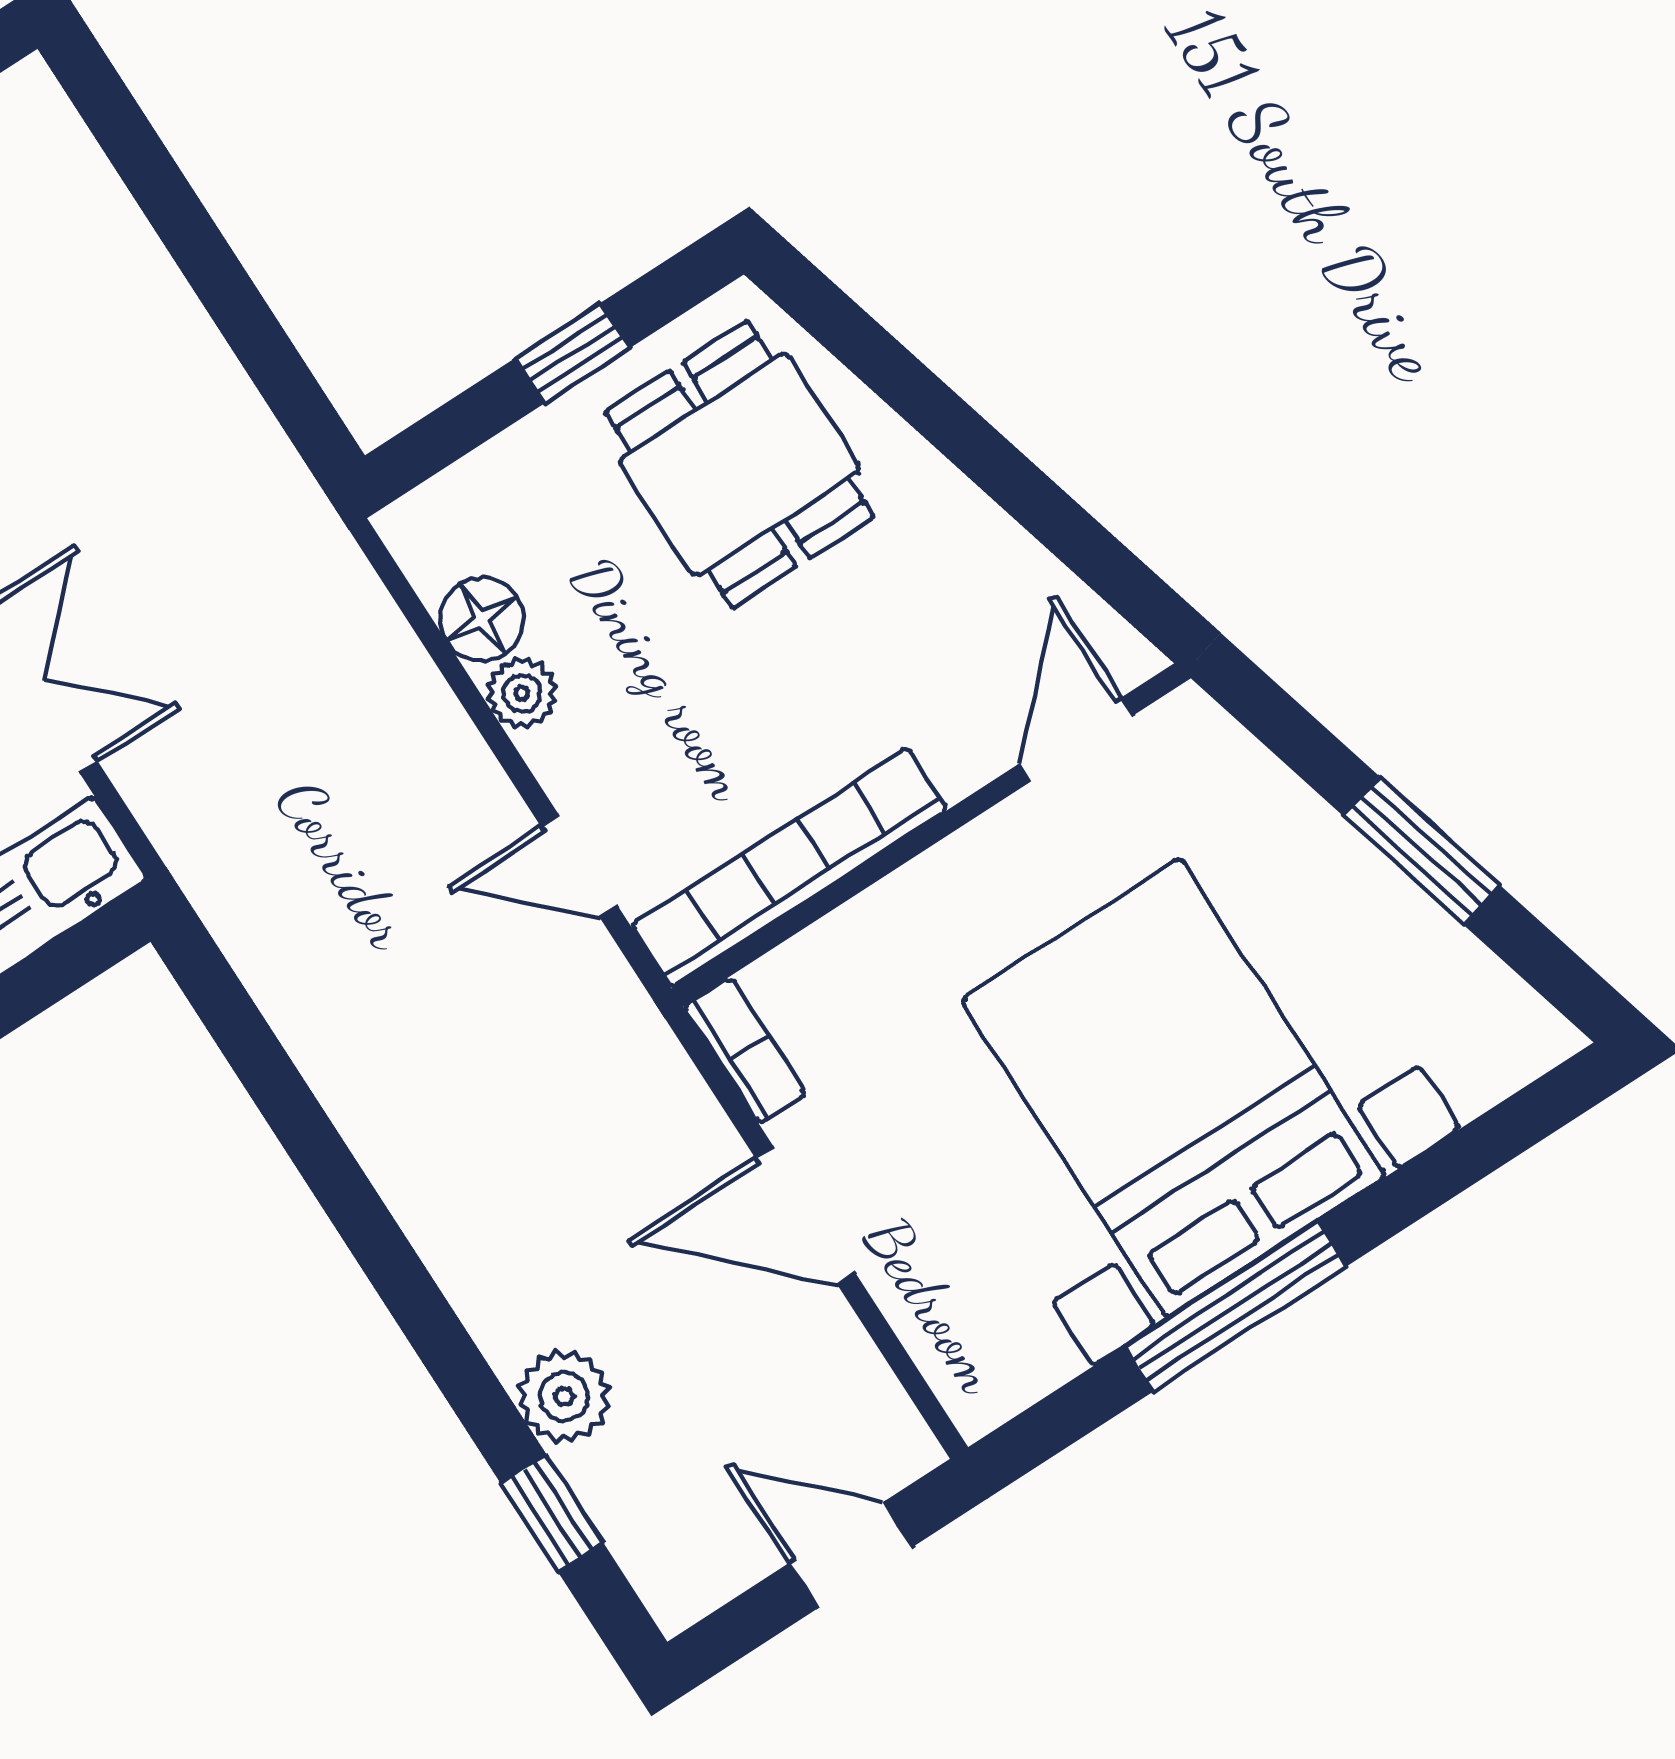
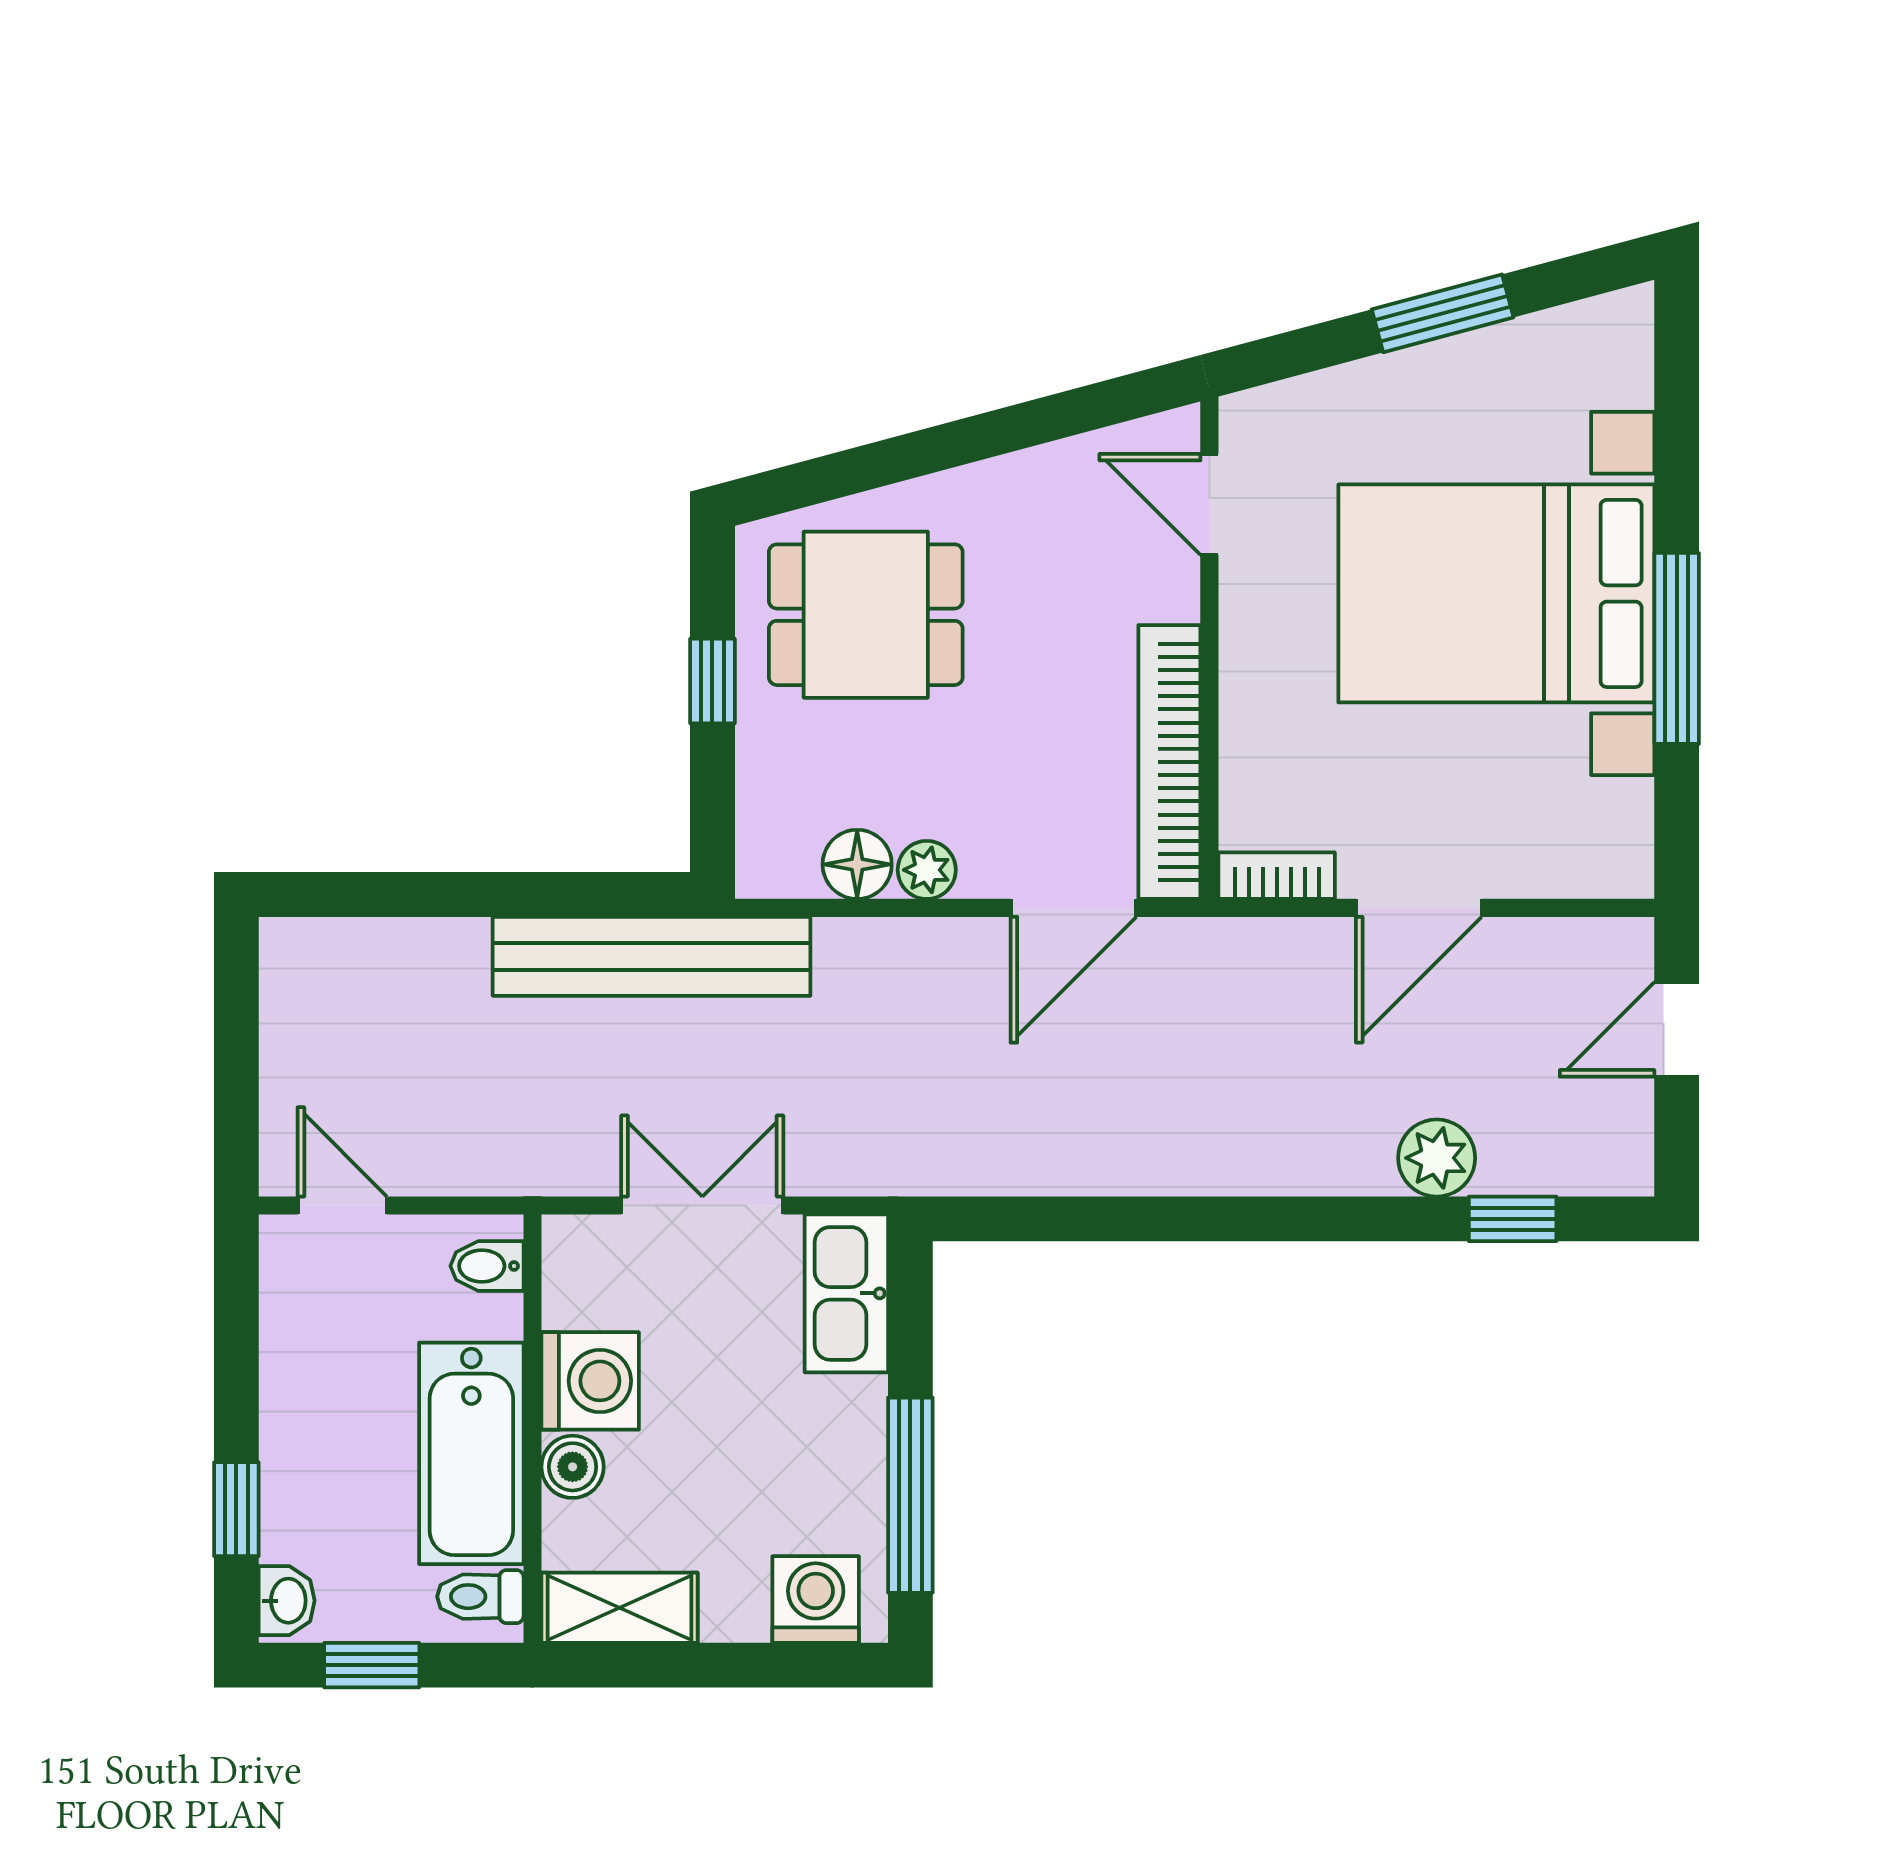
bench: (254, 471) -> (652, 956), added
door: (579, 866) -> (1073, 908), width x1.38

